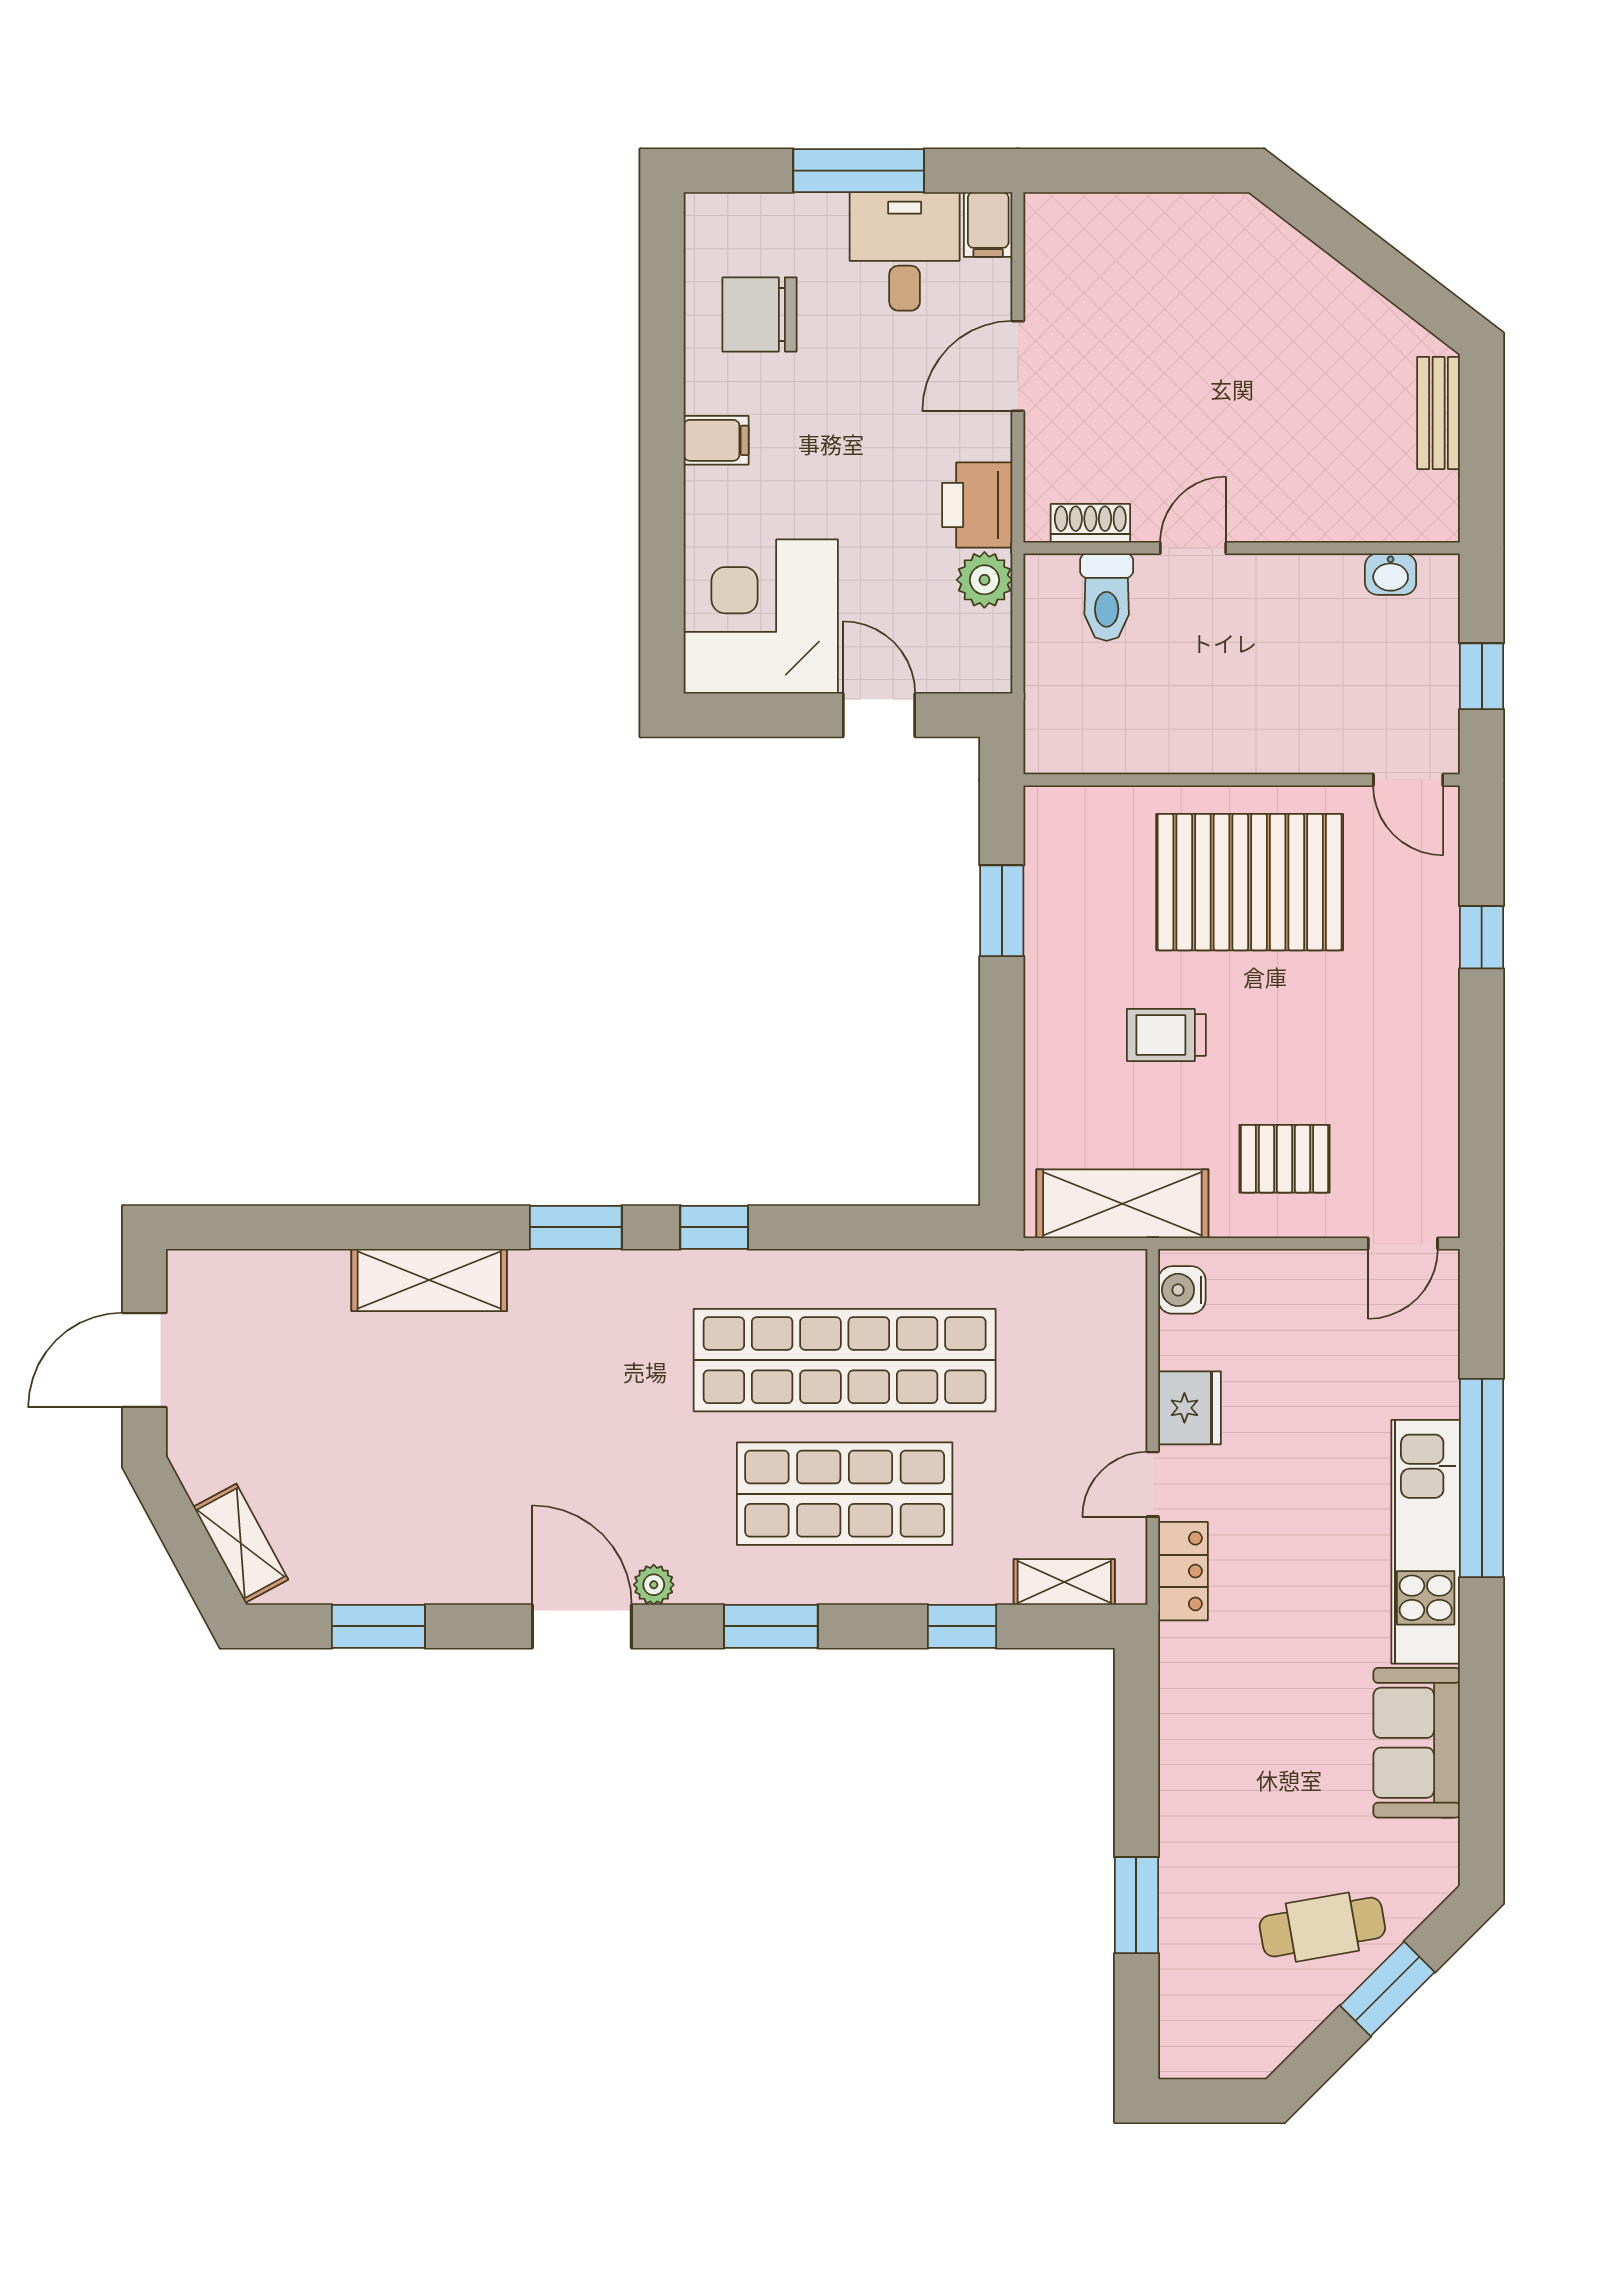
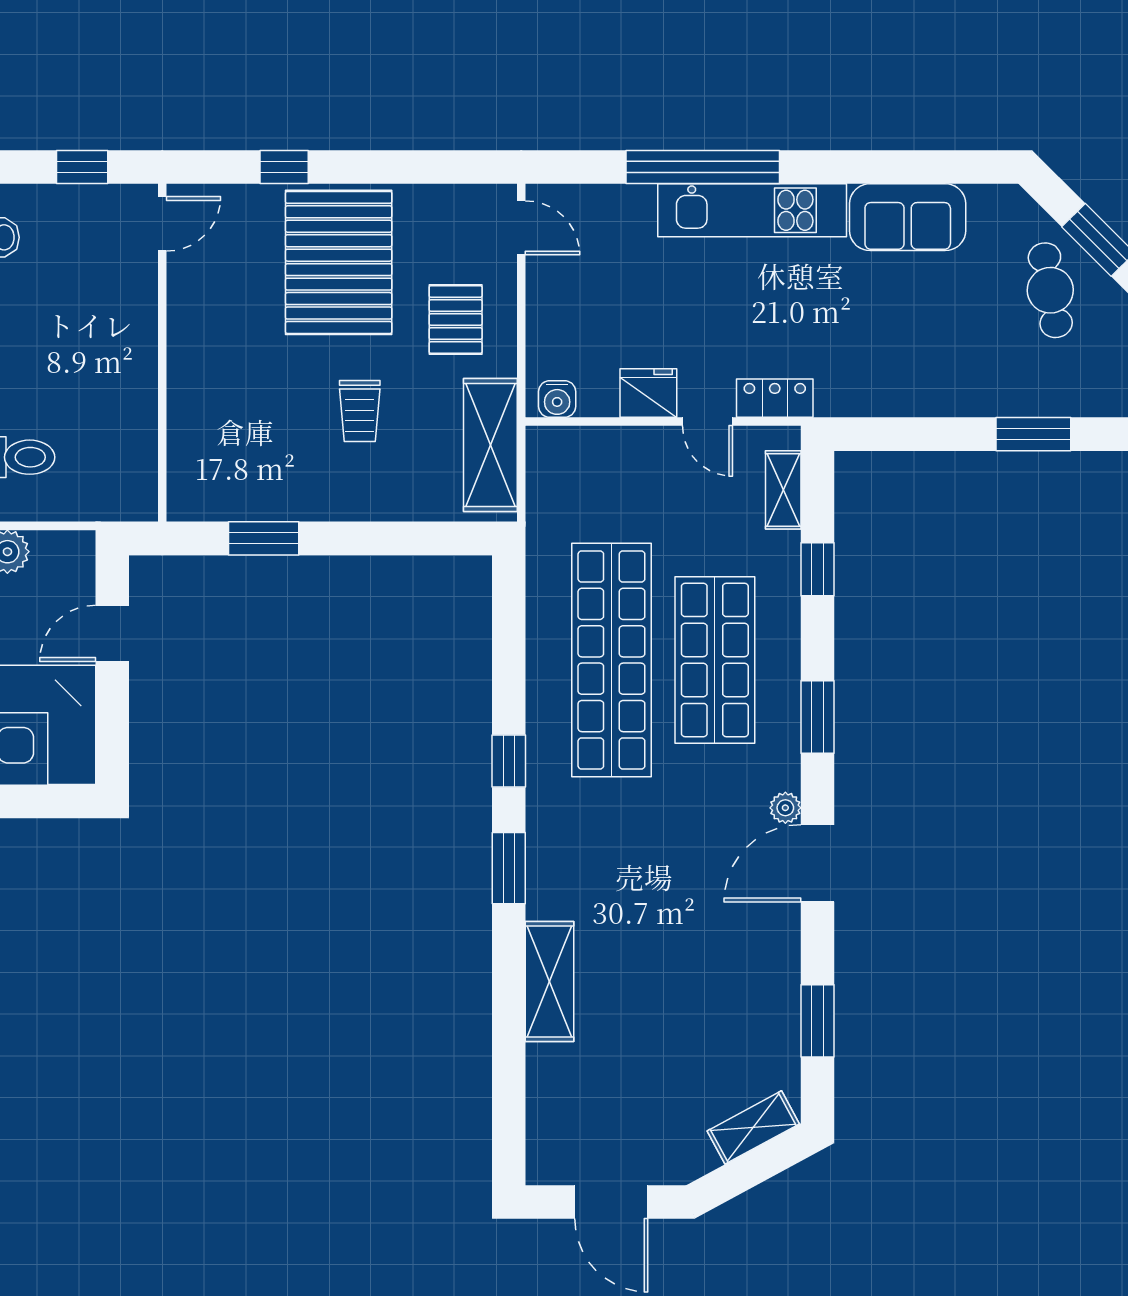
pallet: (1250, 882) -> (339, 262), moved

